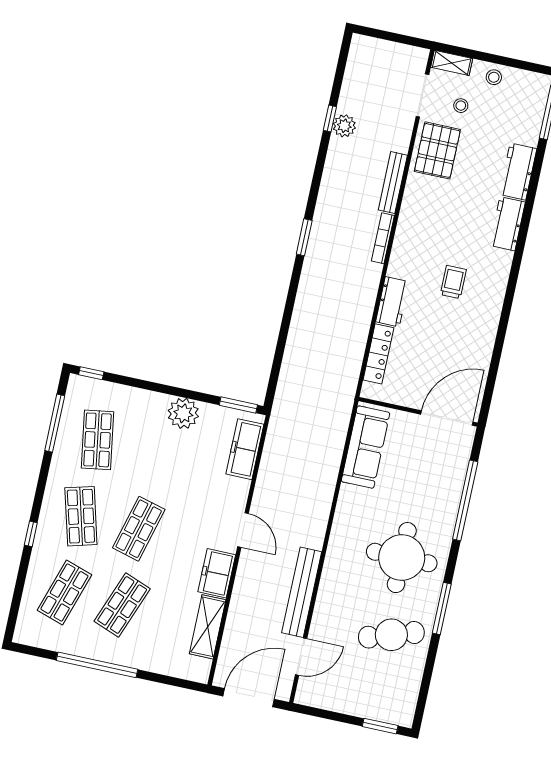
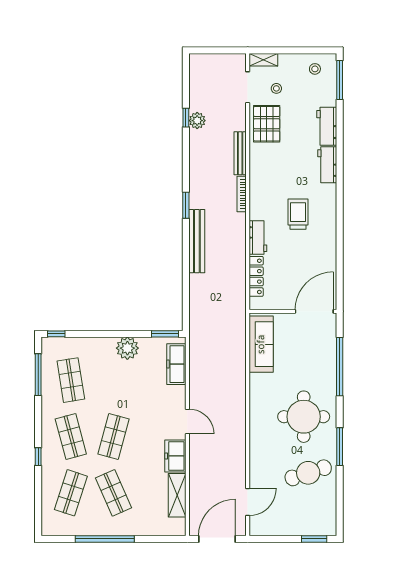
stool: (494, 77) -> (315, 69), moved
trolley: (453, 282) -> (298, 214), width x1.36, depth x1.39
bench: (302, 592) -> (197, 241), moved
shop shelf: (122, 605) -> (114, 493), turned -45

